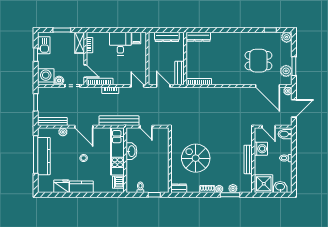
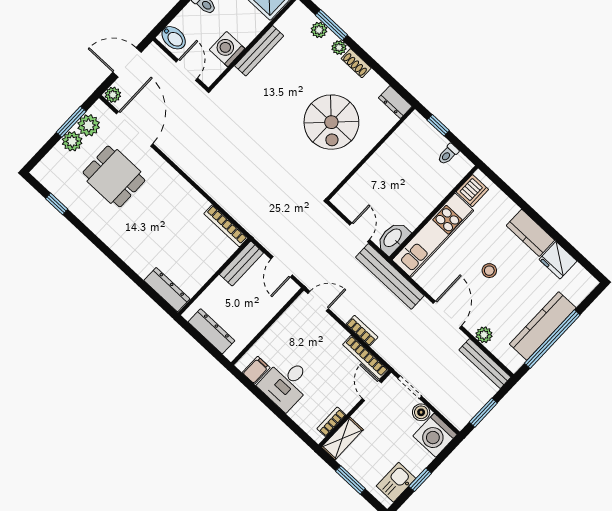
plant: (287, 37) -> (72, 141), moved
door: (137, 86) -> (318, 301), swing flipped
washbasin: (131, 151) -> (393, 238), moved

